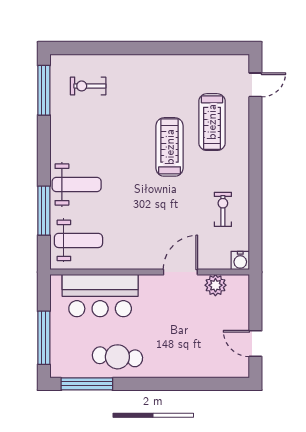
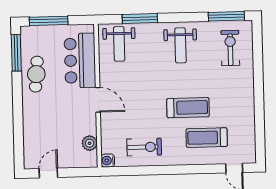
exercise bike: (88, 86) -> (230, 48), width x1.38, depth x1.39
weight bench: (77, 184) -> (180, 45), moved
exercise bike: (223, 209) -> (144, 147), width x1.38, depth x1.39
door: (180, 272) -> (98, 100), moved

